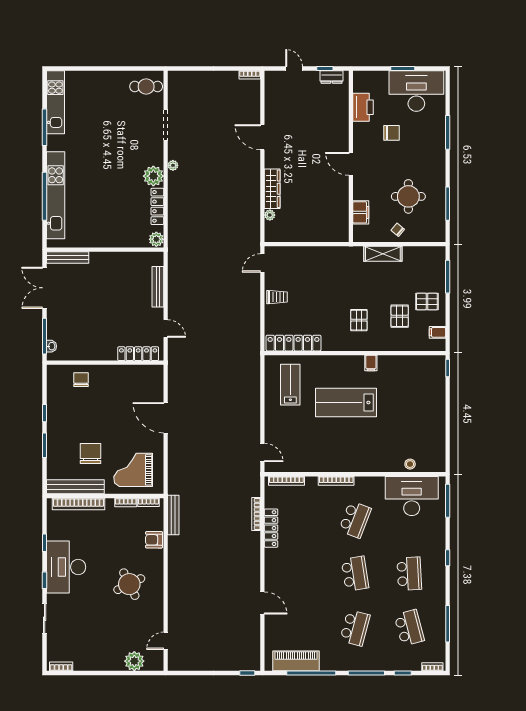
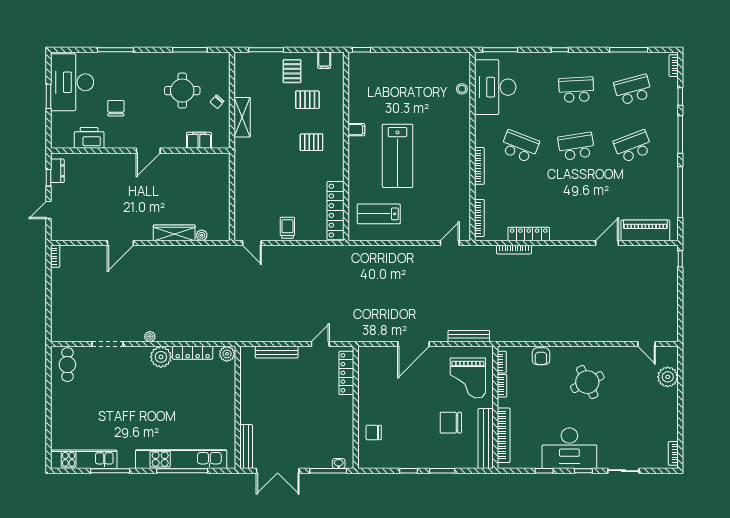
bench: (173, 515) -> (469, 336), moved
school desk: (355, 628) -> (633, 146), turned -36
piano: (296, 661) -> (645, 230), moved, turned 90

